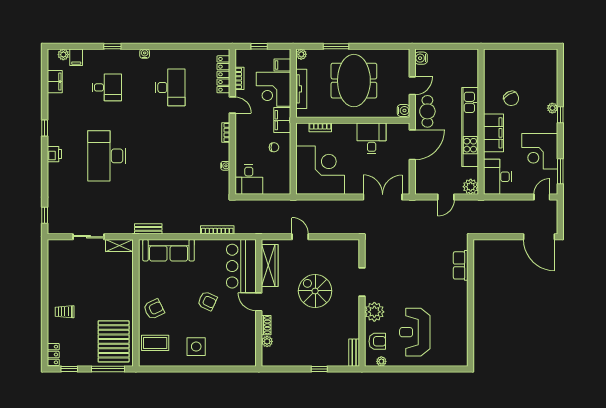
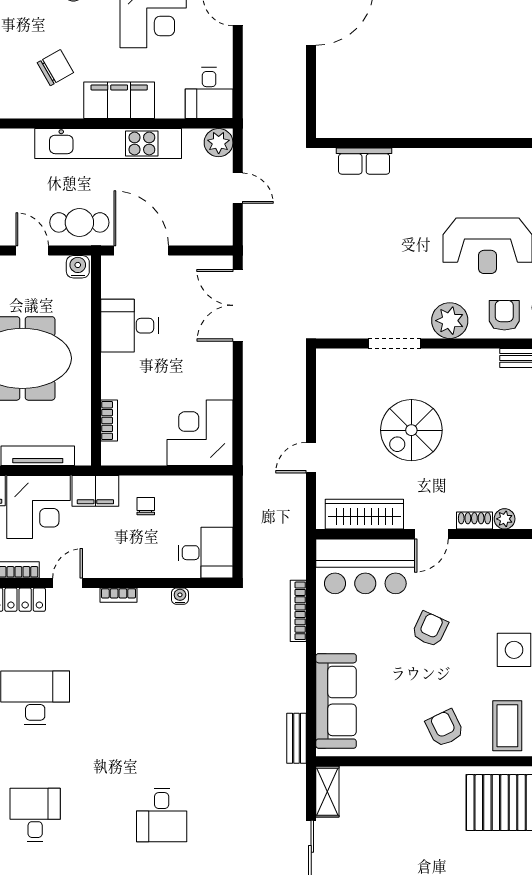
desk: (107, 156) -> (162, 815), width x0.53, depth x0.77
corner desk: (320, 170) -> (200, 433), width x0.74, depth x0.74
desk: (498, 177) -> (209, 93), width x0.73

